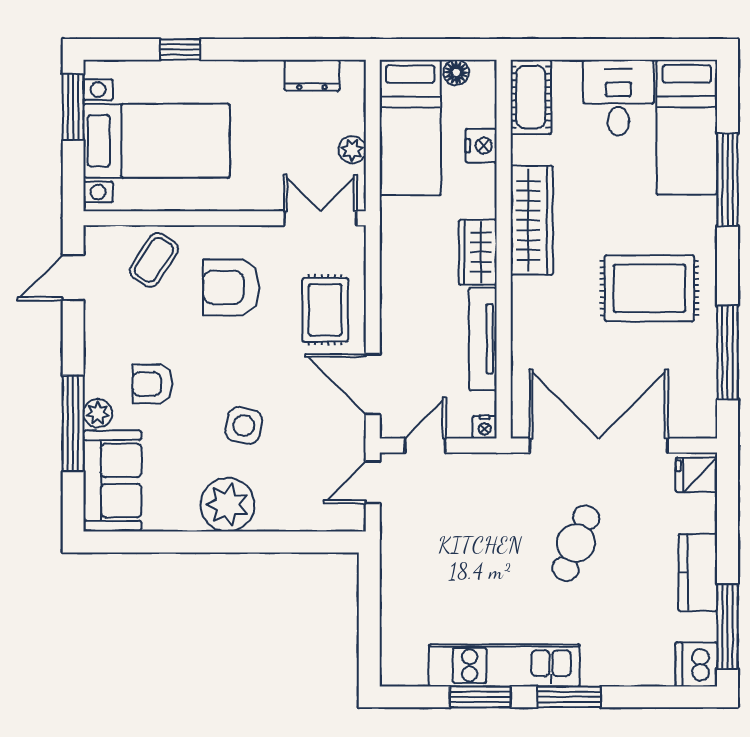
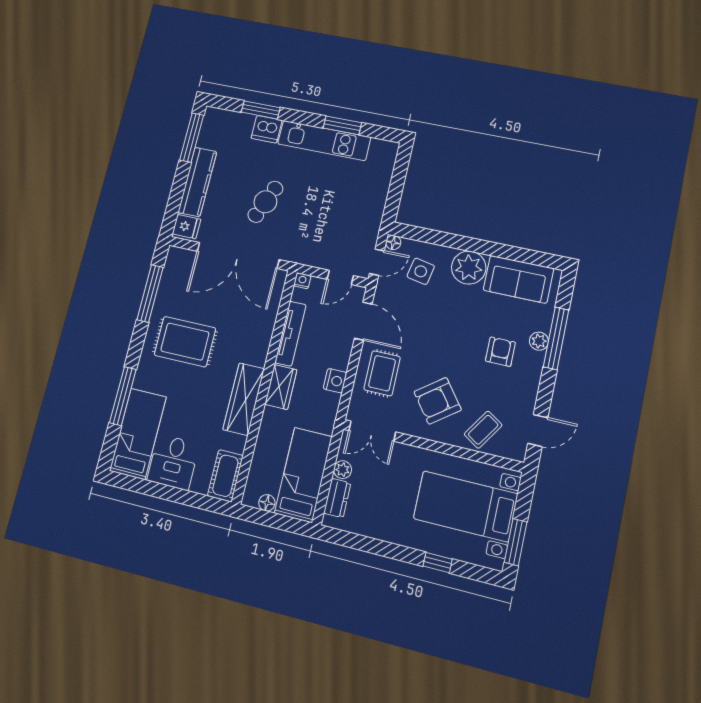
dresser: (312, 75) -> (337, 498), moved, turned 90
nightstand: (481, 146) -> (335, 381), moved, turned 180
armchair: (231, 287) -> (438, 401), turned 143
armchair: (152, 384) -> (500, 352), turned -90
side table: (244, 426) -> (421, 271), moved
sofa: (112, 480) -> (518, 279), moved, turned -90
floor lamp: (354, 520) -> (393, 243), added
kitchen counter: (698, 572) -> (197, 182), width x1.50
dishwasher: (696, 664) -> (267, 129), moved, turned 90
window: (569, 697) -> (261, 110), moved

